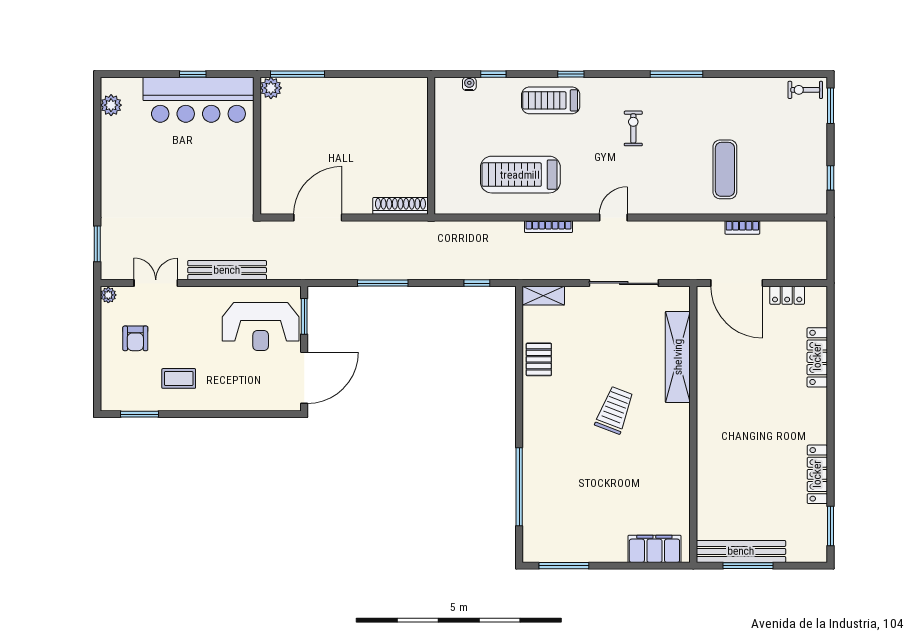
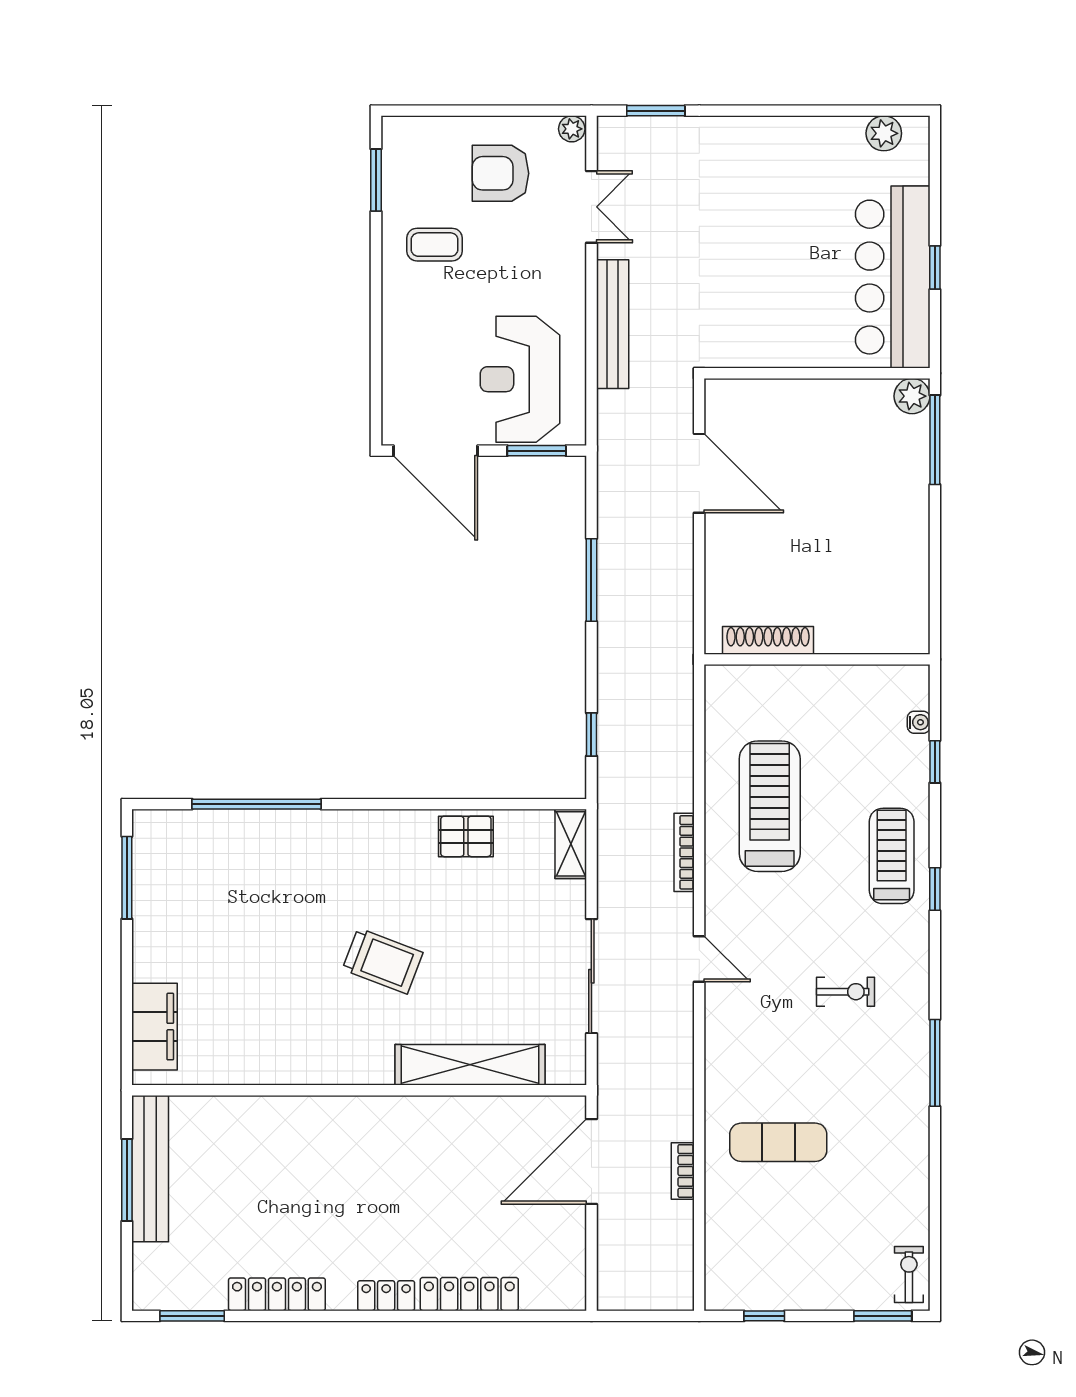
shoe rack: (400, 206) -> (768, 640), moved, turned -90
locker: (787, 295) -> (386, 1296), moved, turned 90
armchair: (135, 338) -> (500, 173), width x1.38, depth x1.38
coffee table: (179, 378) -> (435, 245), turned 90

